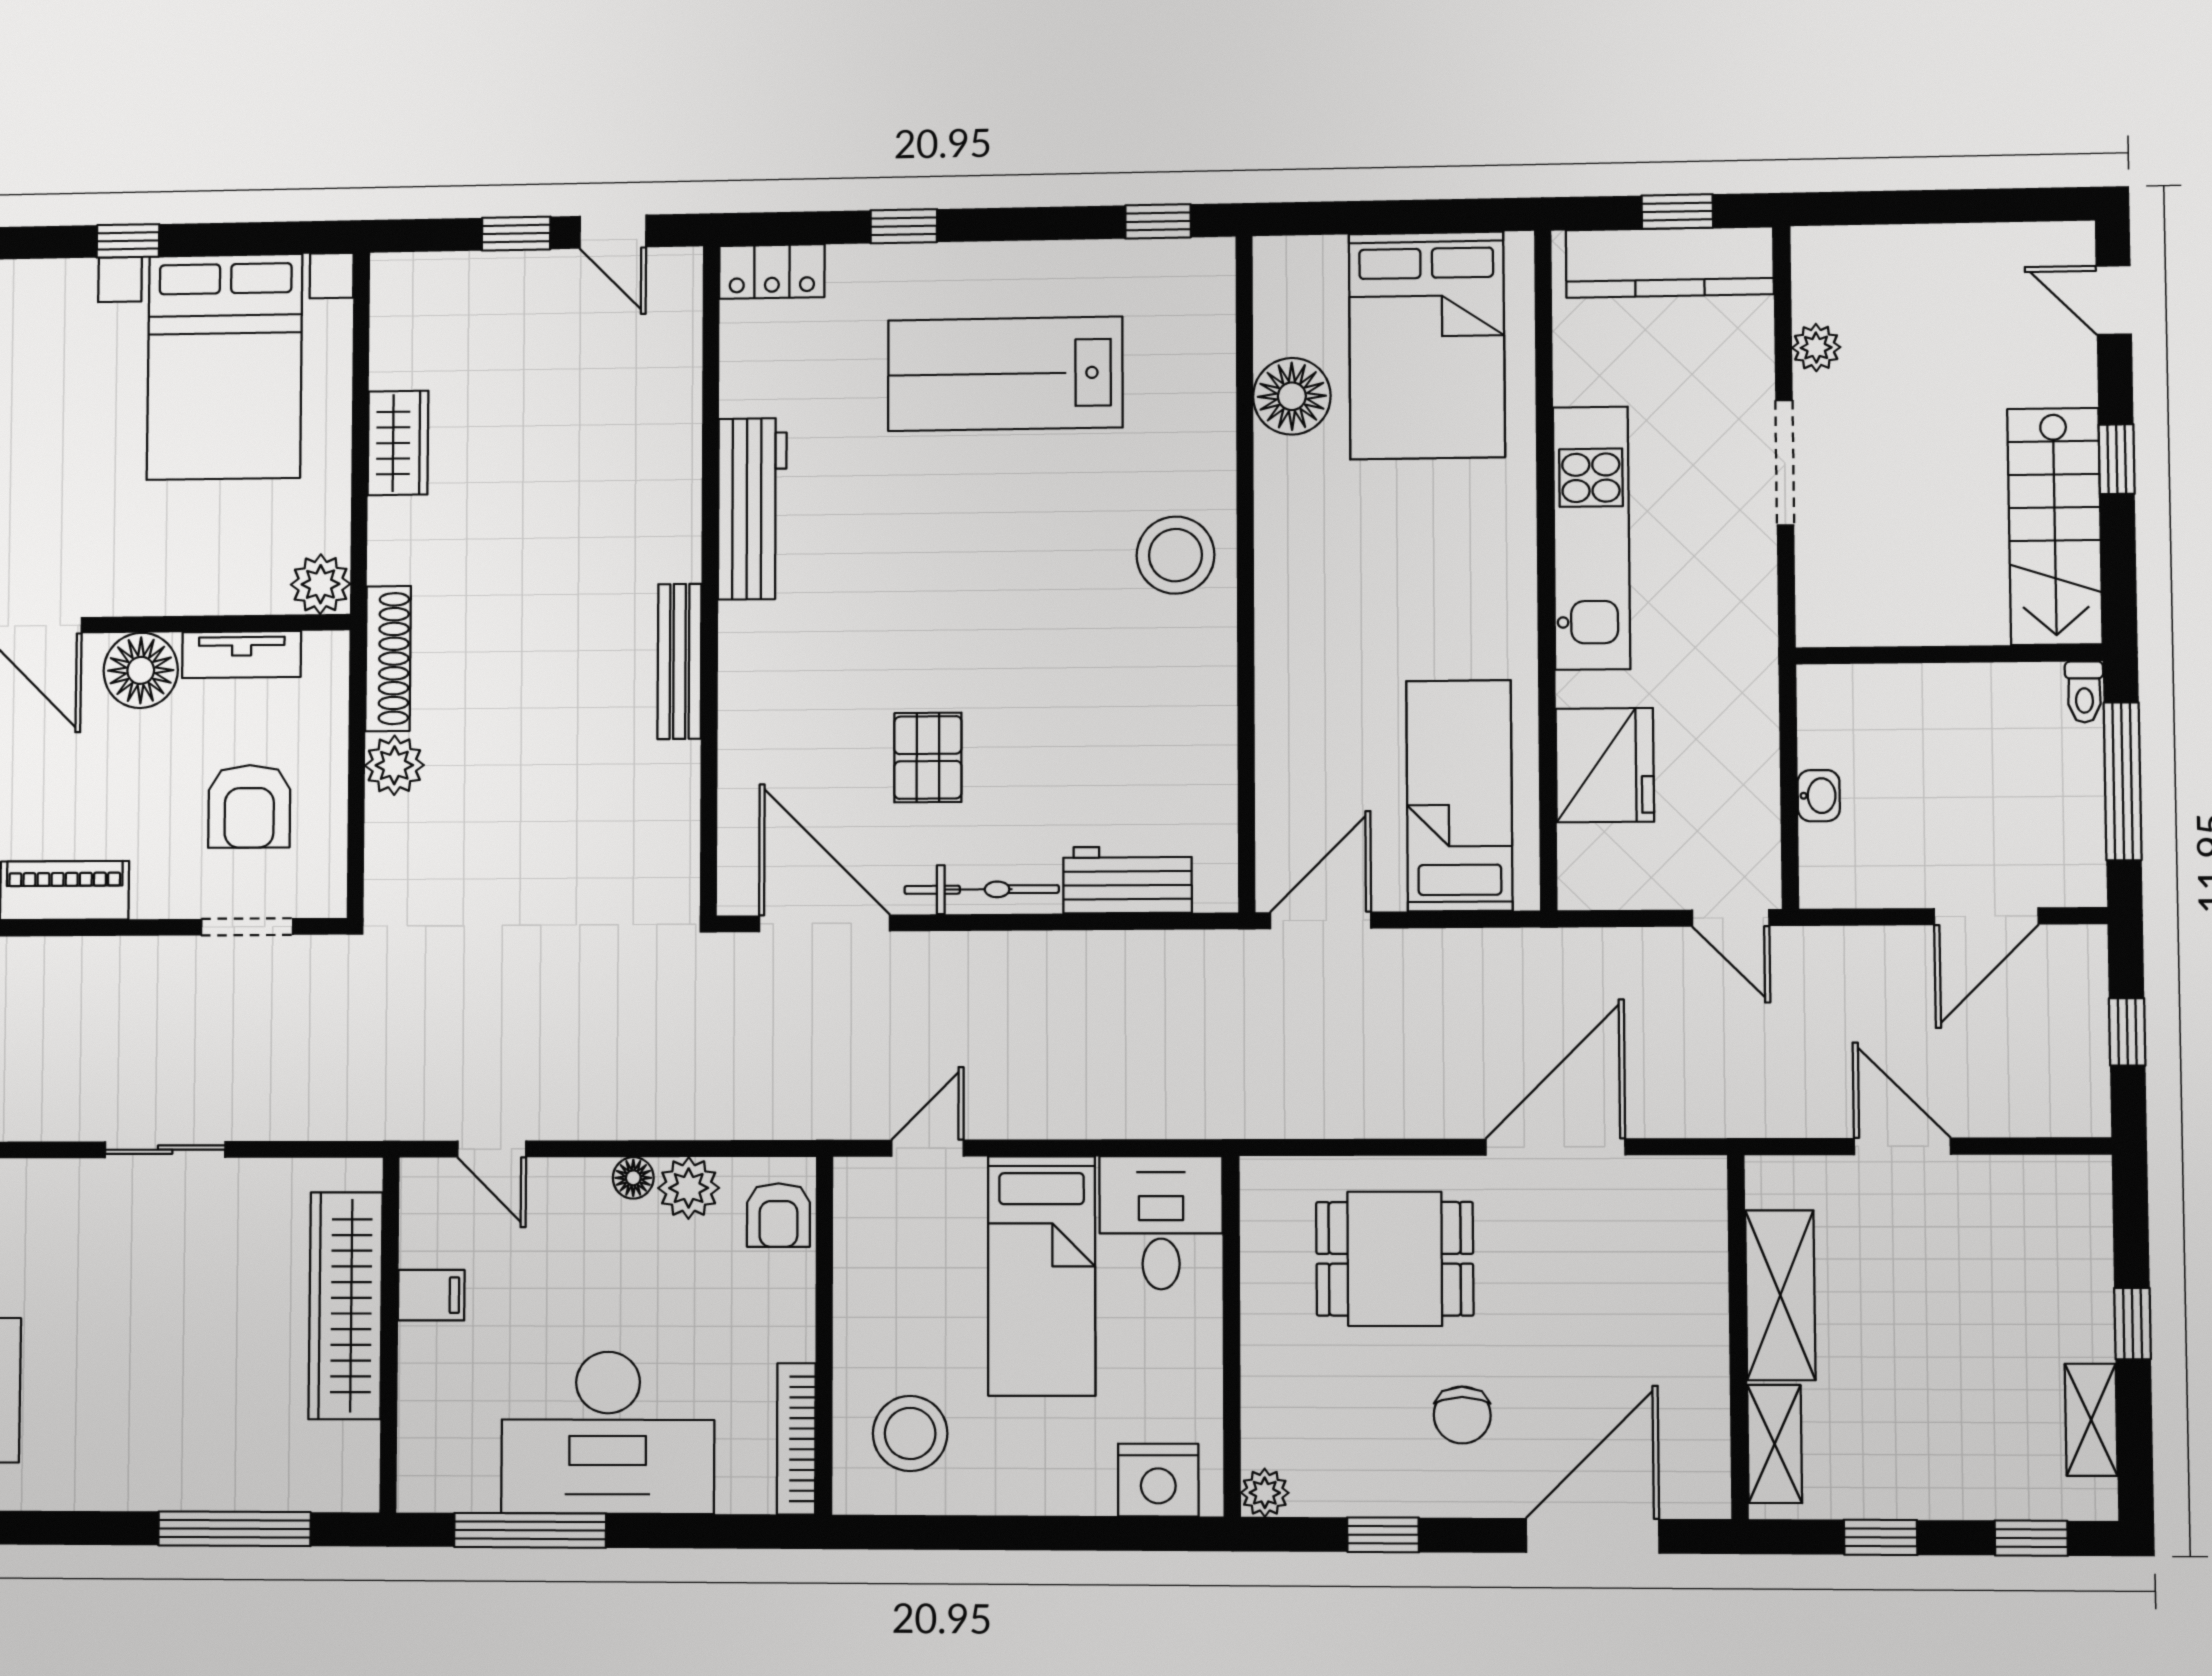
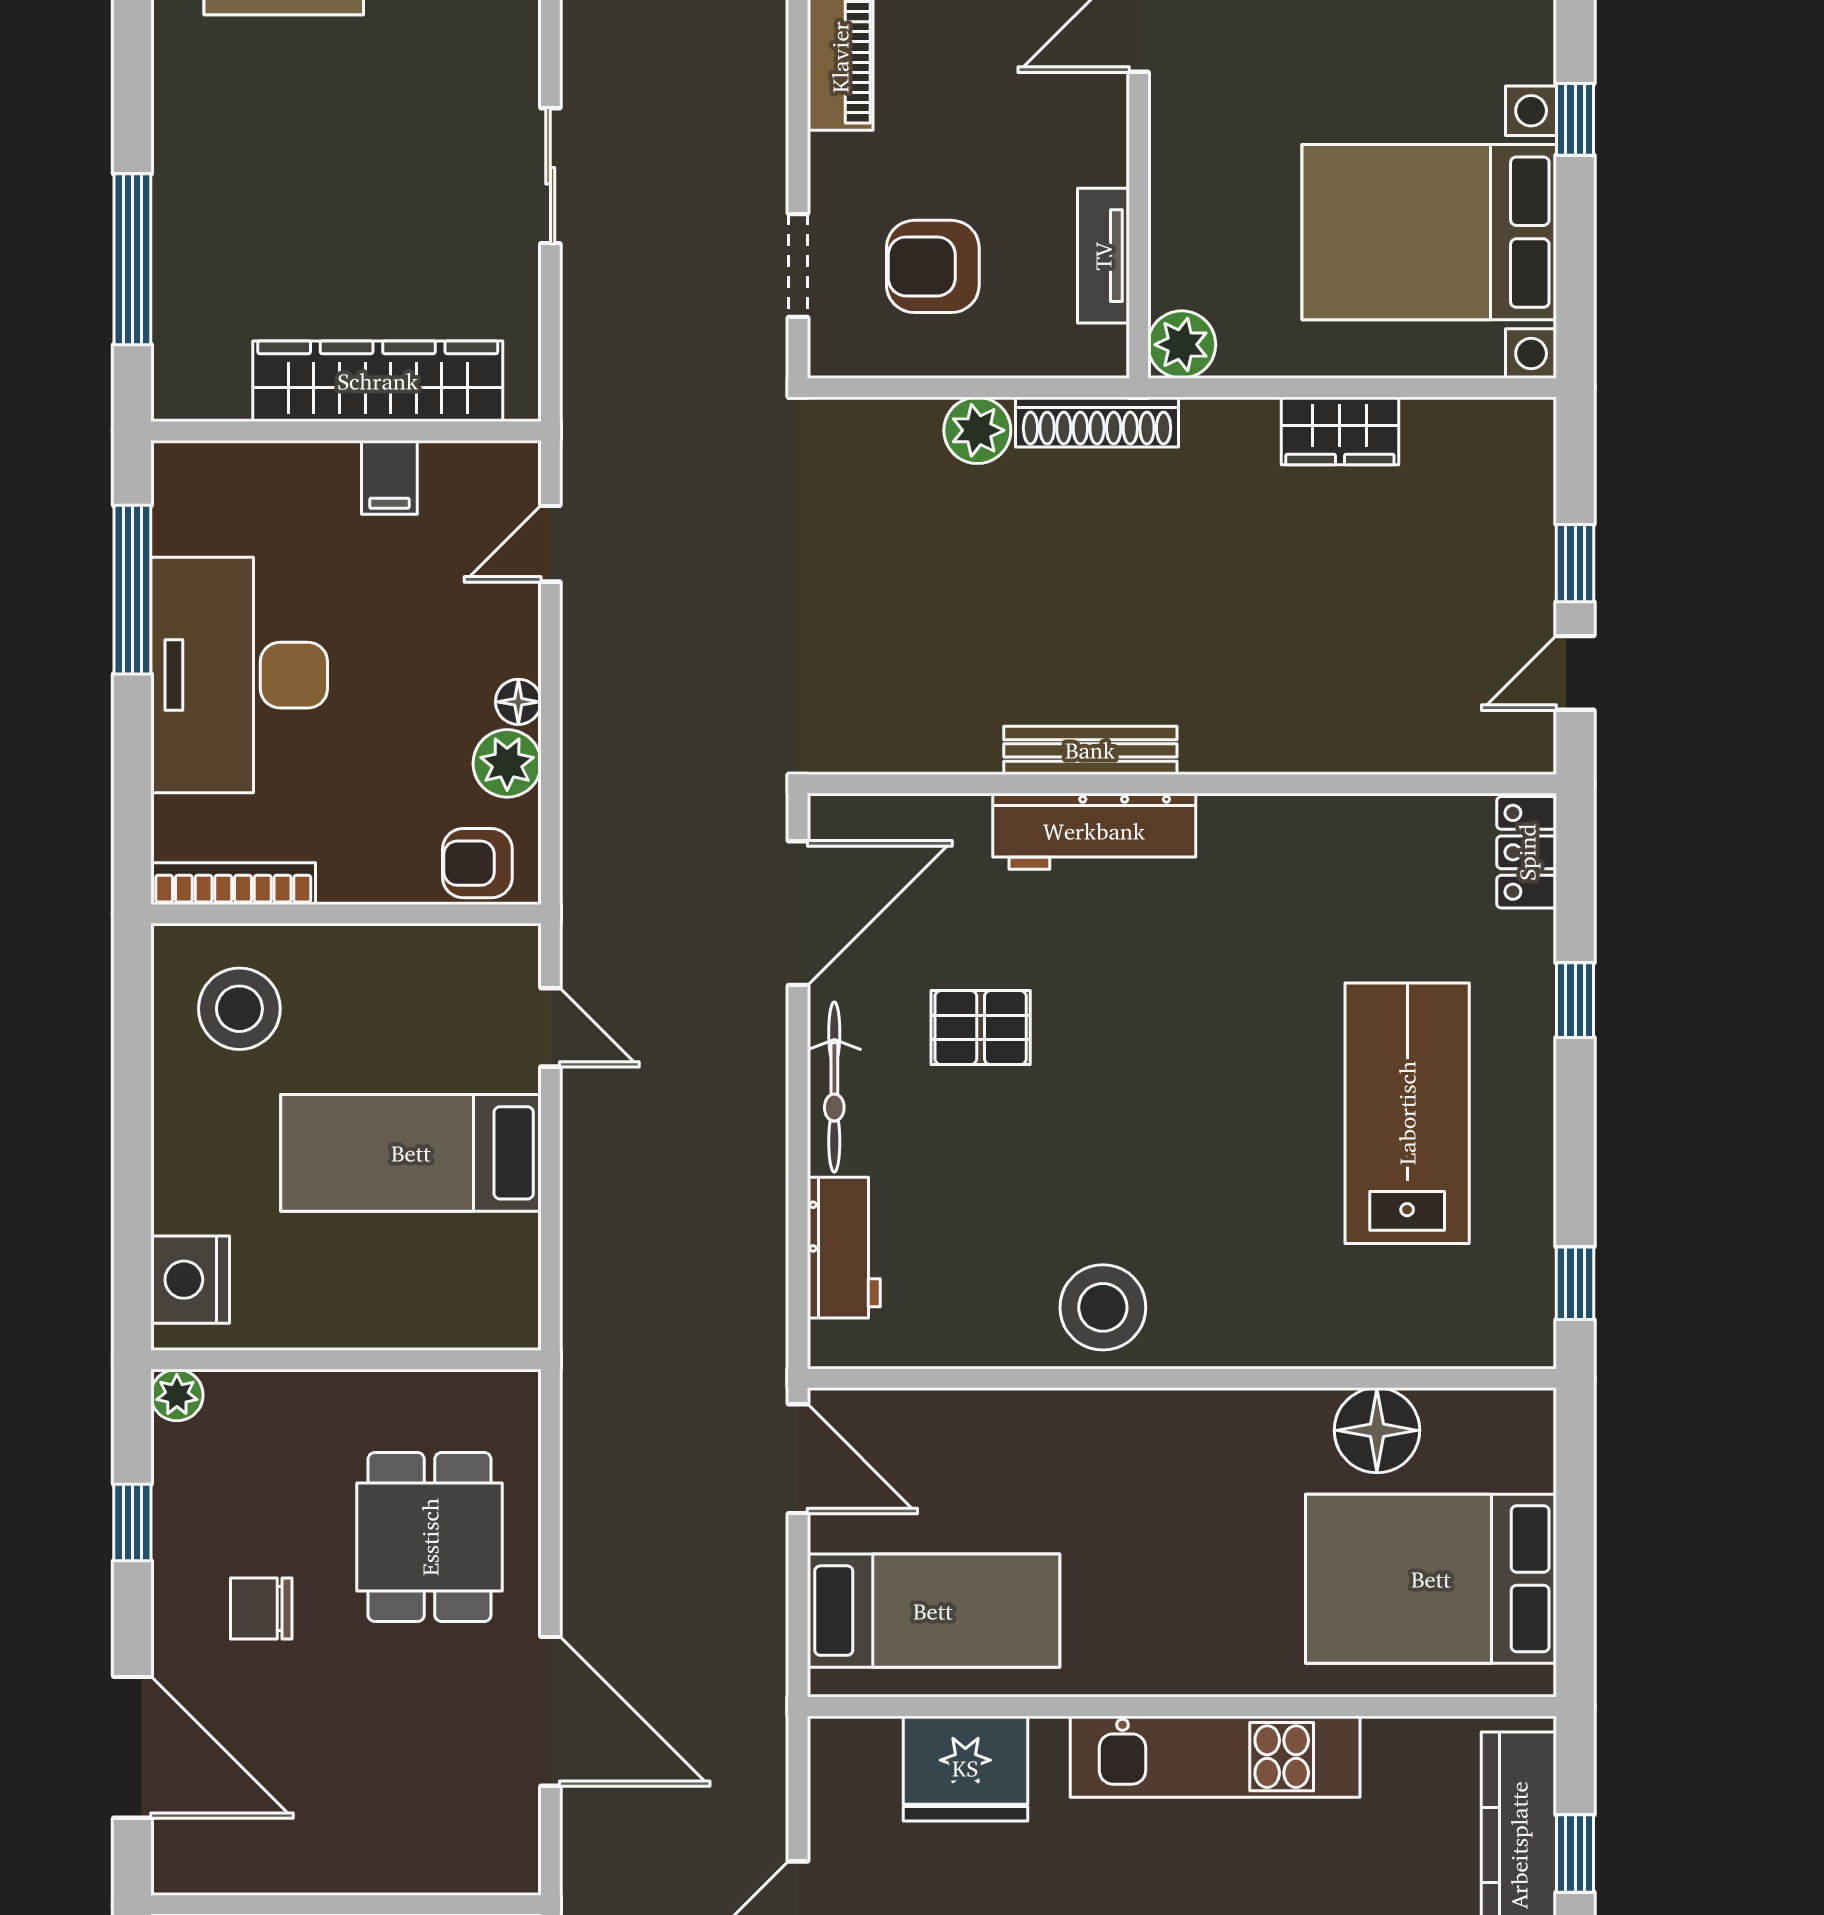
workbench: (752, 509) -> (1094, 831), moved
stool: (1176, 555) -> (1103, 1307), moved
floor lamp: (141, 670) -> (1087, 141), removed
desk: (1161, 1223) -> (469, 1283), removed

